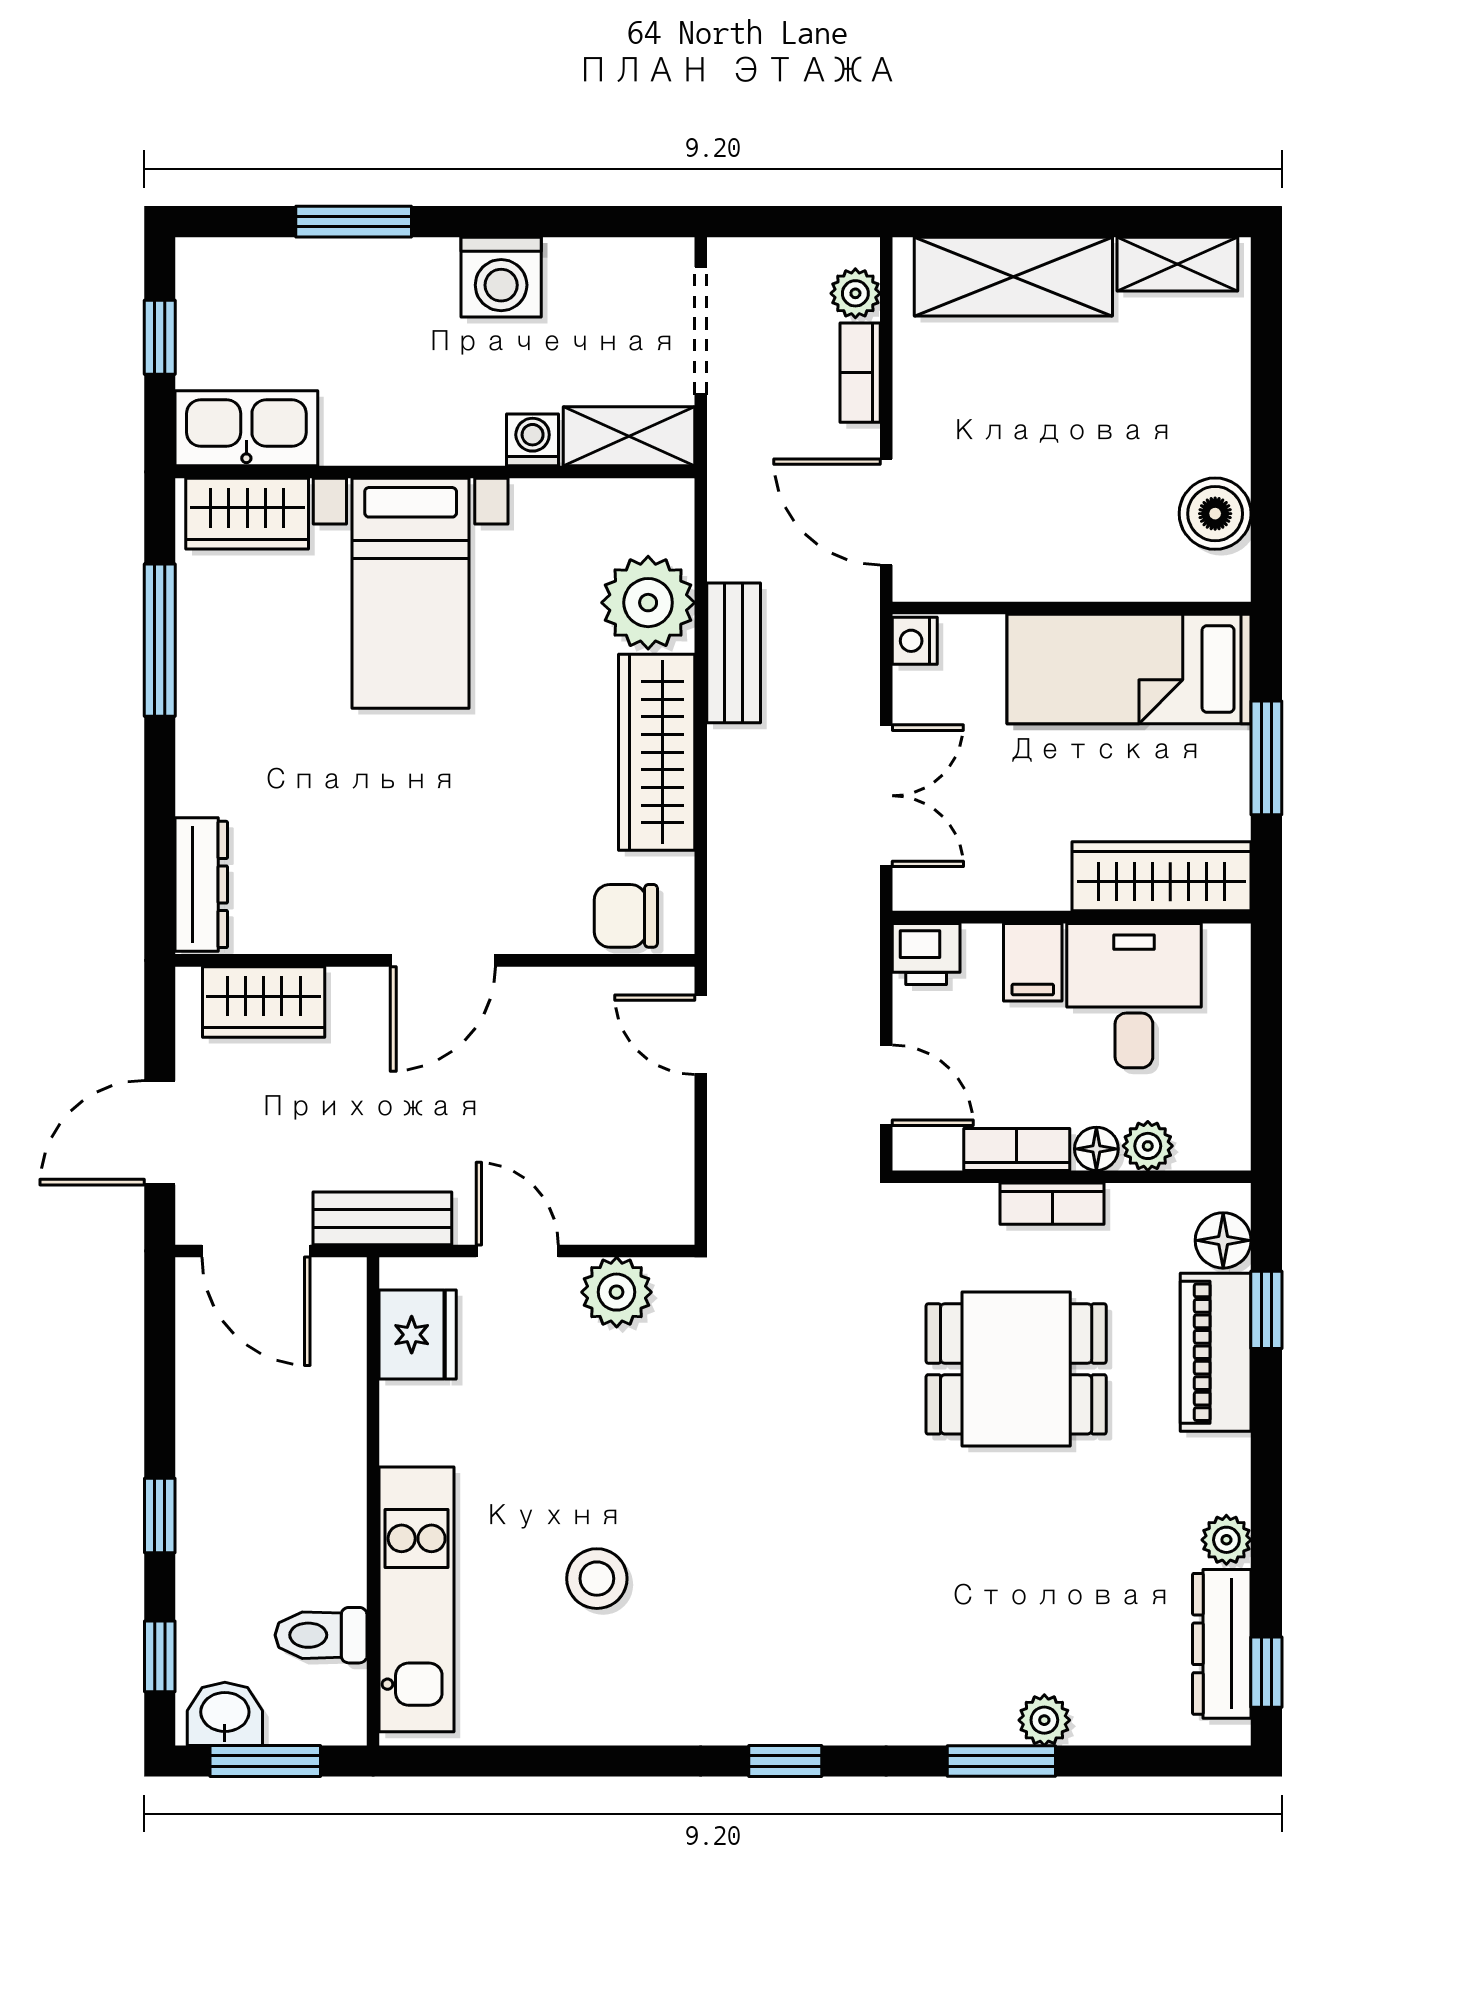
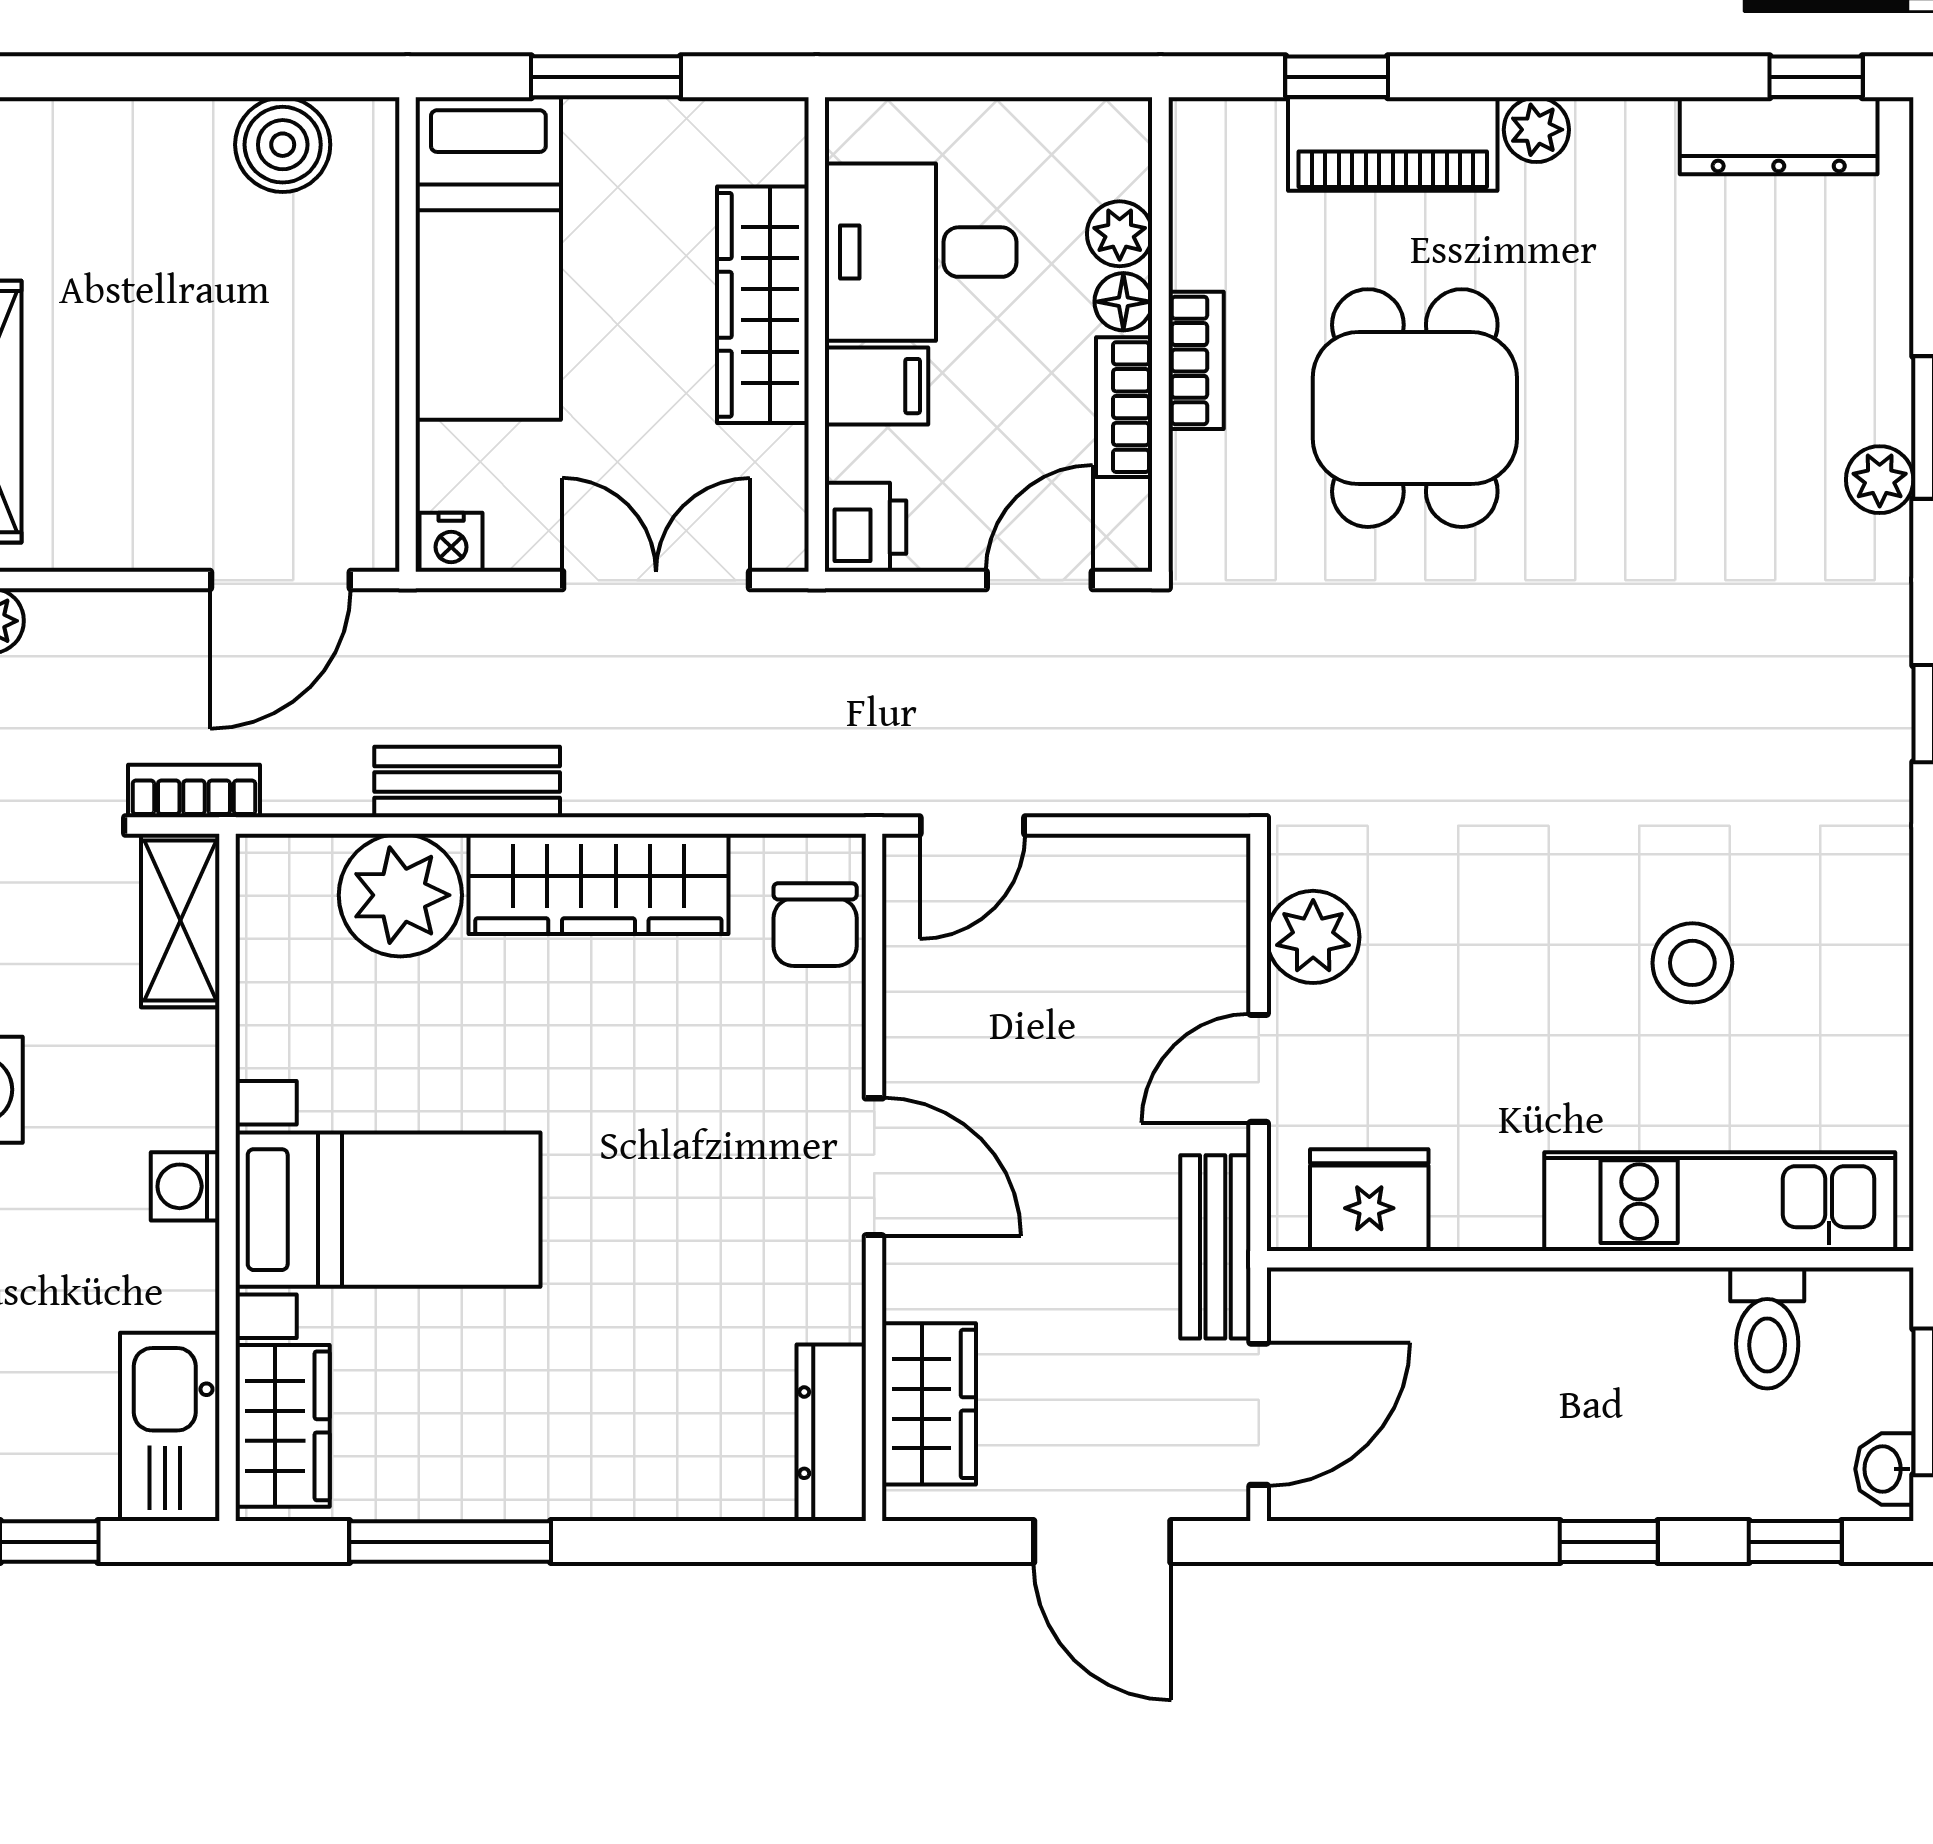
bookcase: (860, 373) -> (194, 791), moved, turned 180
washing machine: (533, 440) -> (185, 1186), moved
wardrobe: (1162, 876) -> (763, 305), moved
dresser: (201, 884) -> (831, 1433), moved, turned -90
floor lamp: (1223, 1240) -> (1245, 134), removed
plant: (1226, 1540) -> (1536, 130), moved
washbasin: (225, 1714) -> (1884, 1469), width x0.72, depth x0.69
plant: (1044, 1720) -> (1880, 480), moved

